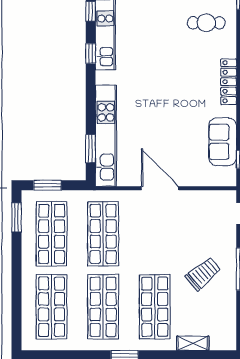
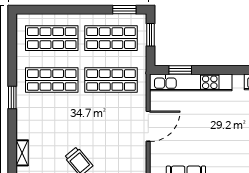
shop shelf: (155, 307) -> (52, 122), removed

